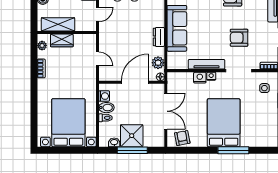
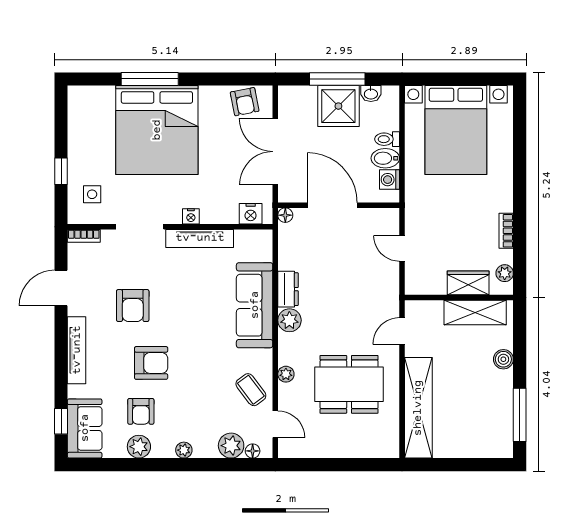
armchair: (239, 38) -> (133, 306), moved, turned 90
plant: (158, 63) -> (289, 320), moved
nightstand: (200, 78) -> (251, 214), moved
door: (135, 82) -> (332, 205), swing flipped
bed: (224, 123) -> (157, 130), width x1.36

